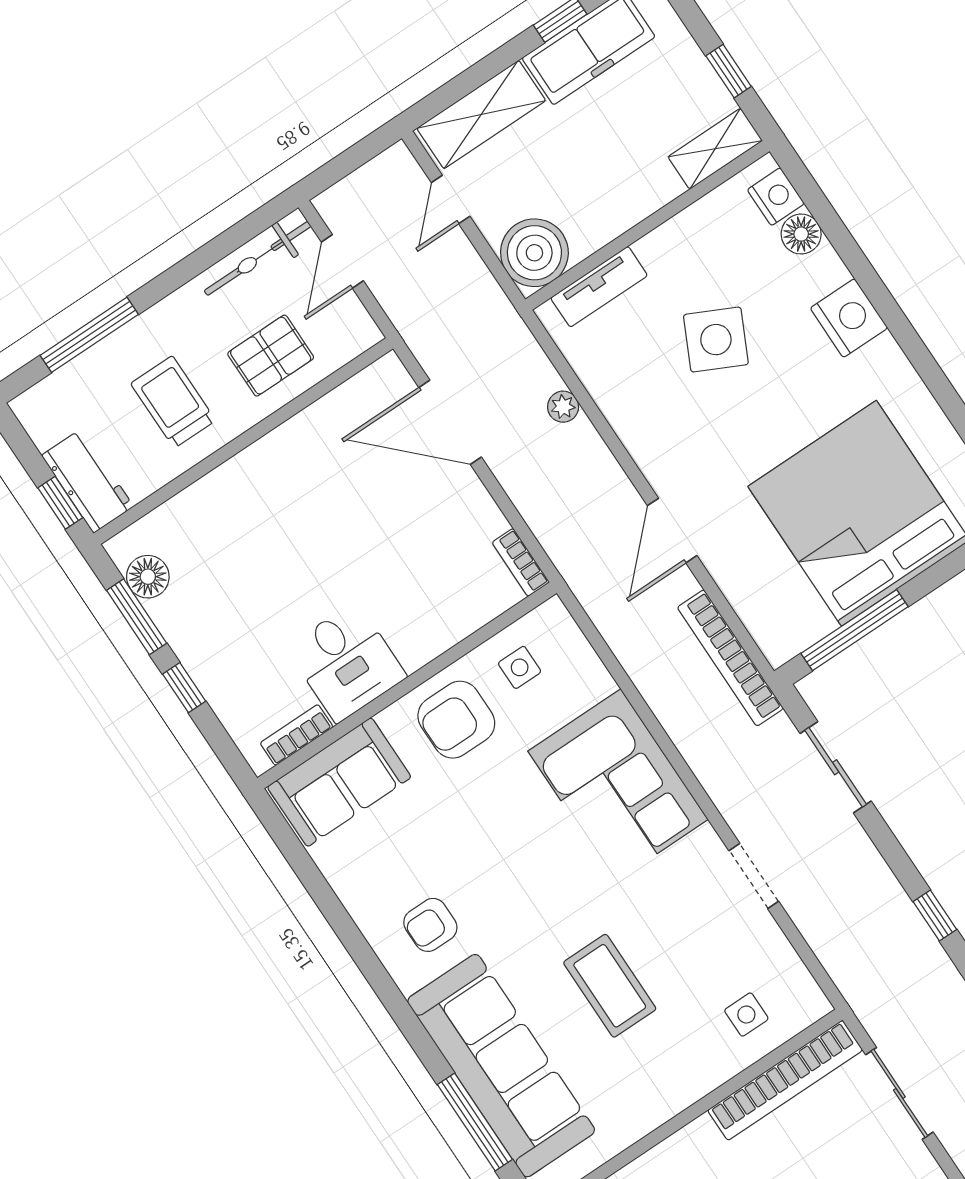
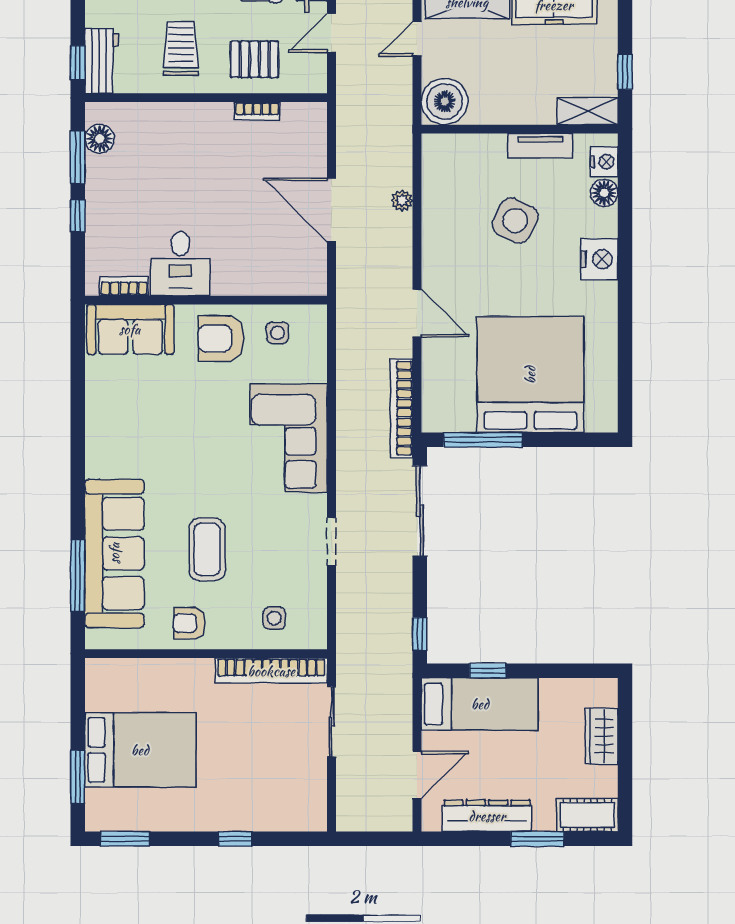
tv unit: (599, 287) -> (540, 146), moved
door: (450, 422) -> (331, 210), moved
door: (672, 531) -> (417, 313), swing flipped
bookcase: (521, 562) -> (257, 111), moved, turned -90
sliding door: (836, 767) -> (420, 511), width x1.37
armchair: (430, 925) -> (189, 623), moved

